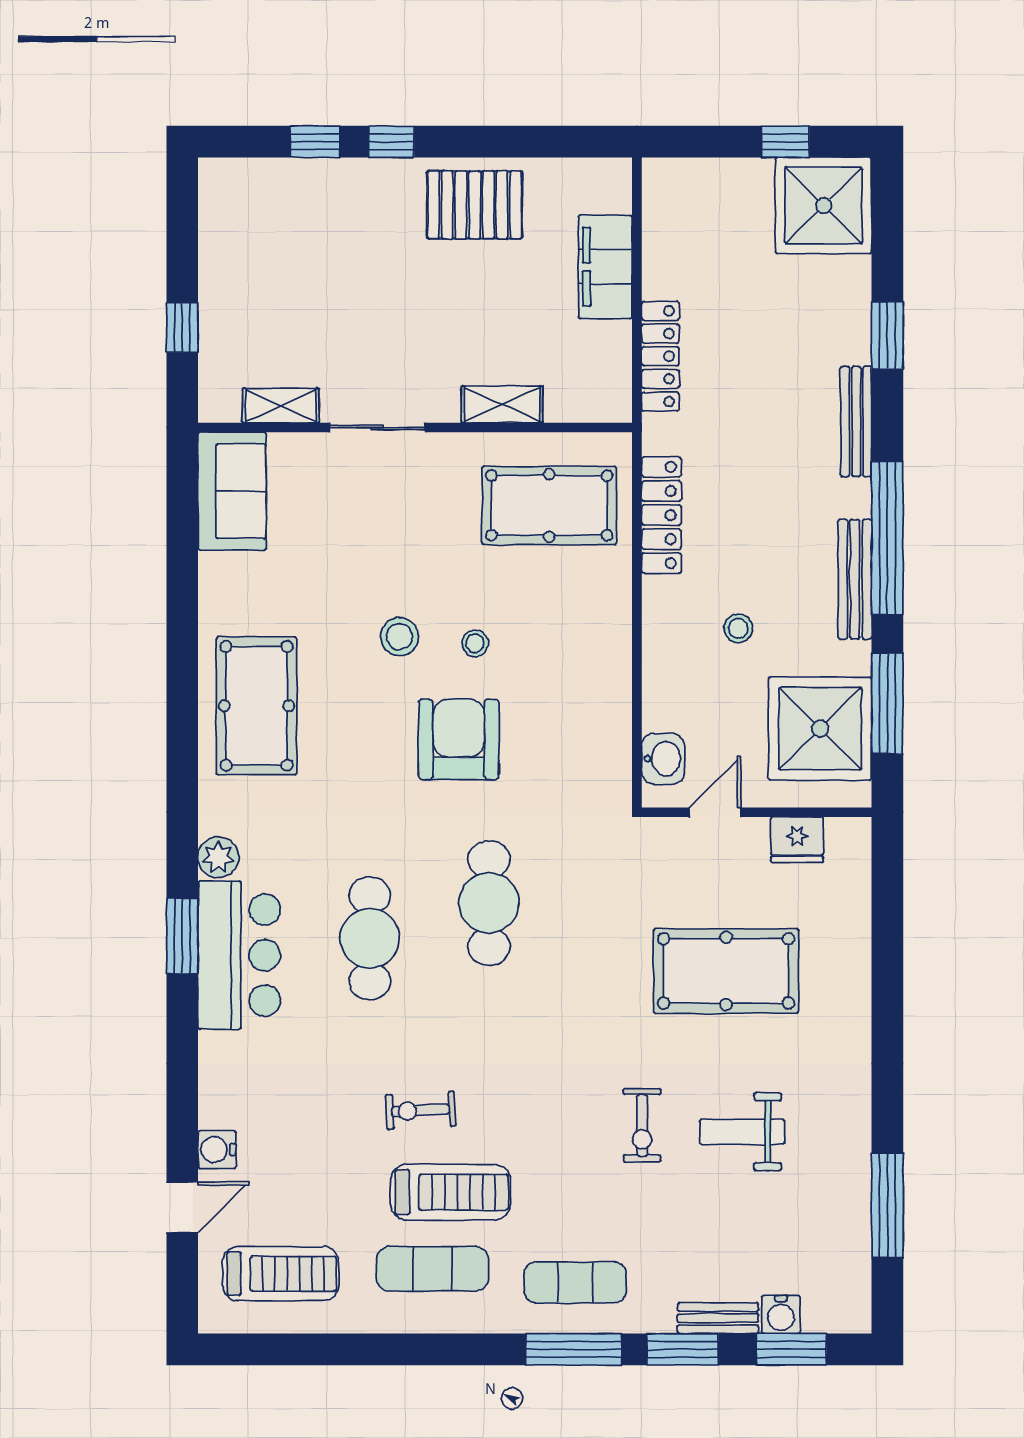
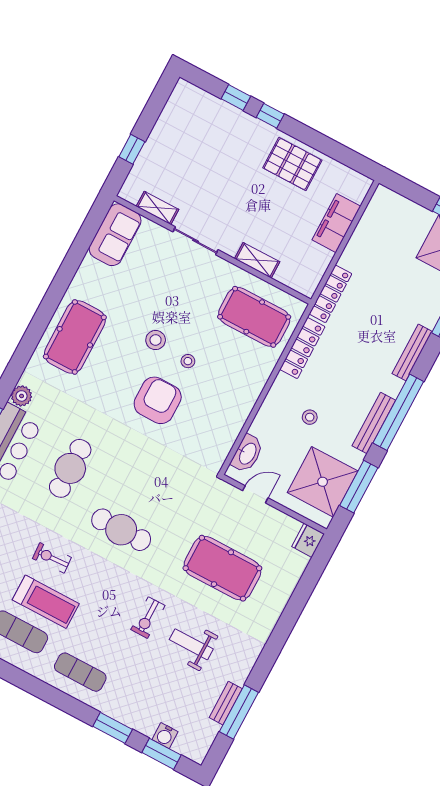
locker: (660, 356) -> (330, 294), moved
washbasin: (663, 759) -> (247, 453), width x1.38
fridge: (797, 840) -> (308, 540), moved, turned 90
cafe table: (489, 903) -> (121, 530), moved, turned 90
bench: (718, 1318) -> (226, 703), moved, turned 90
window: (574, 1349) -> (64, 702), removed

